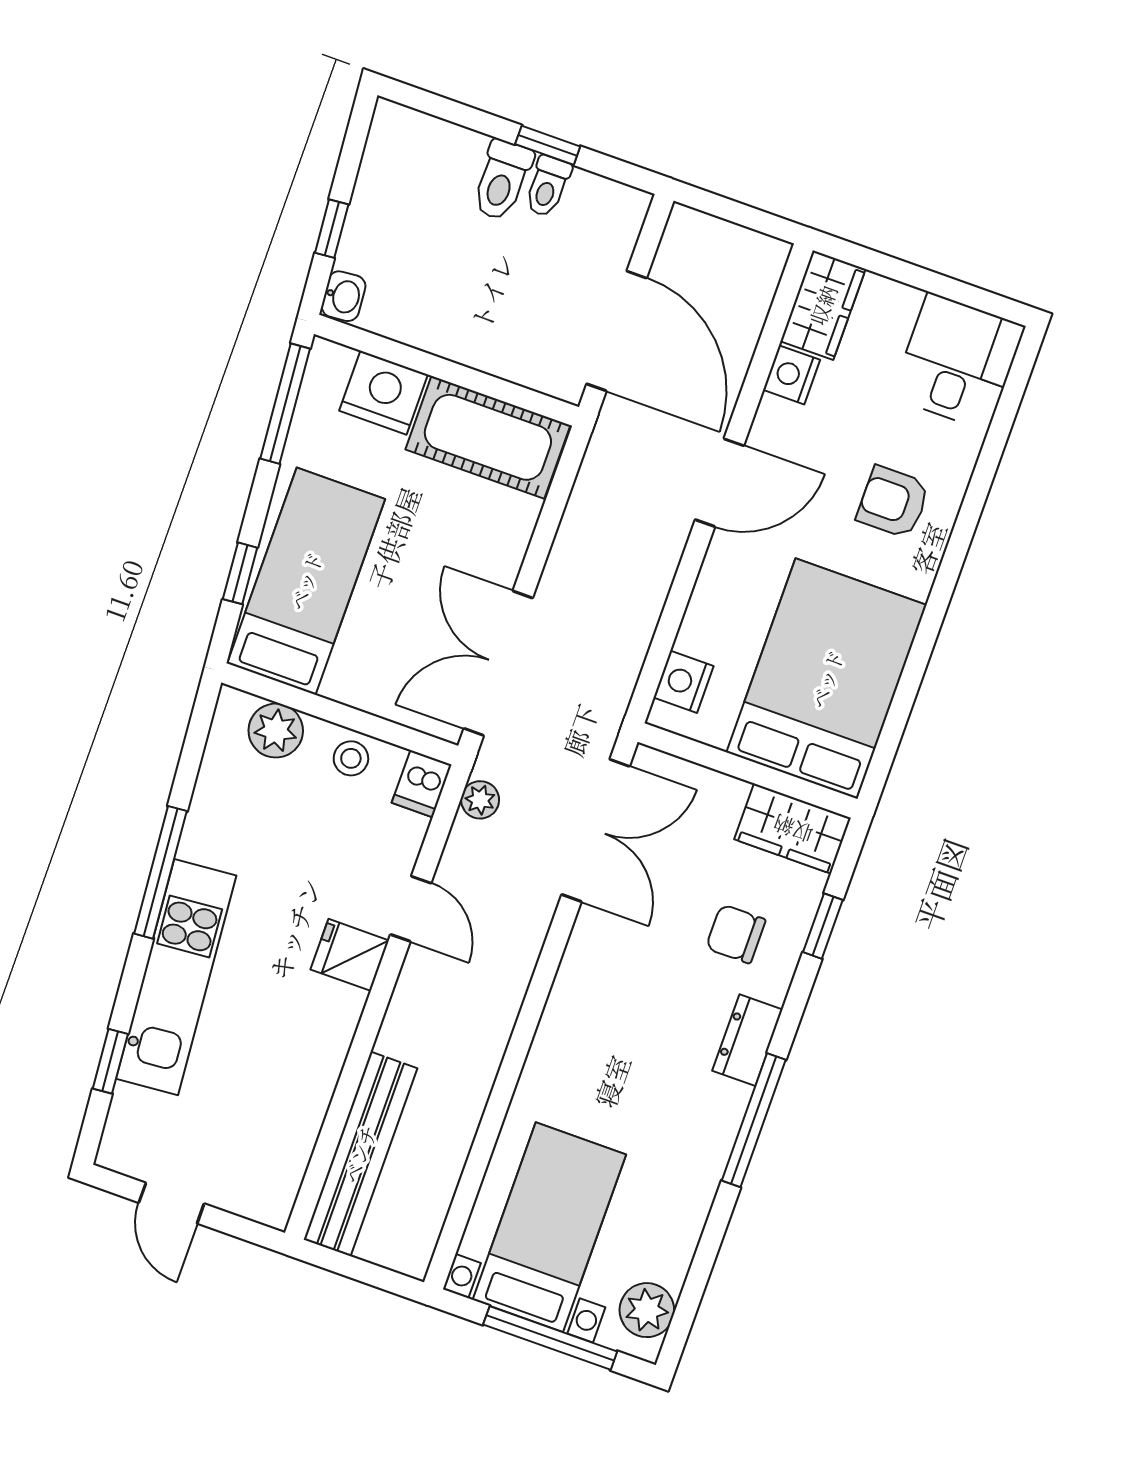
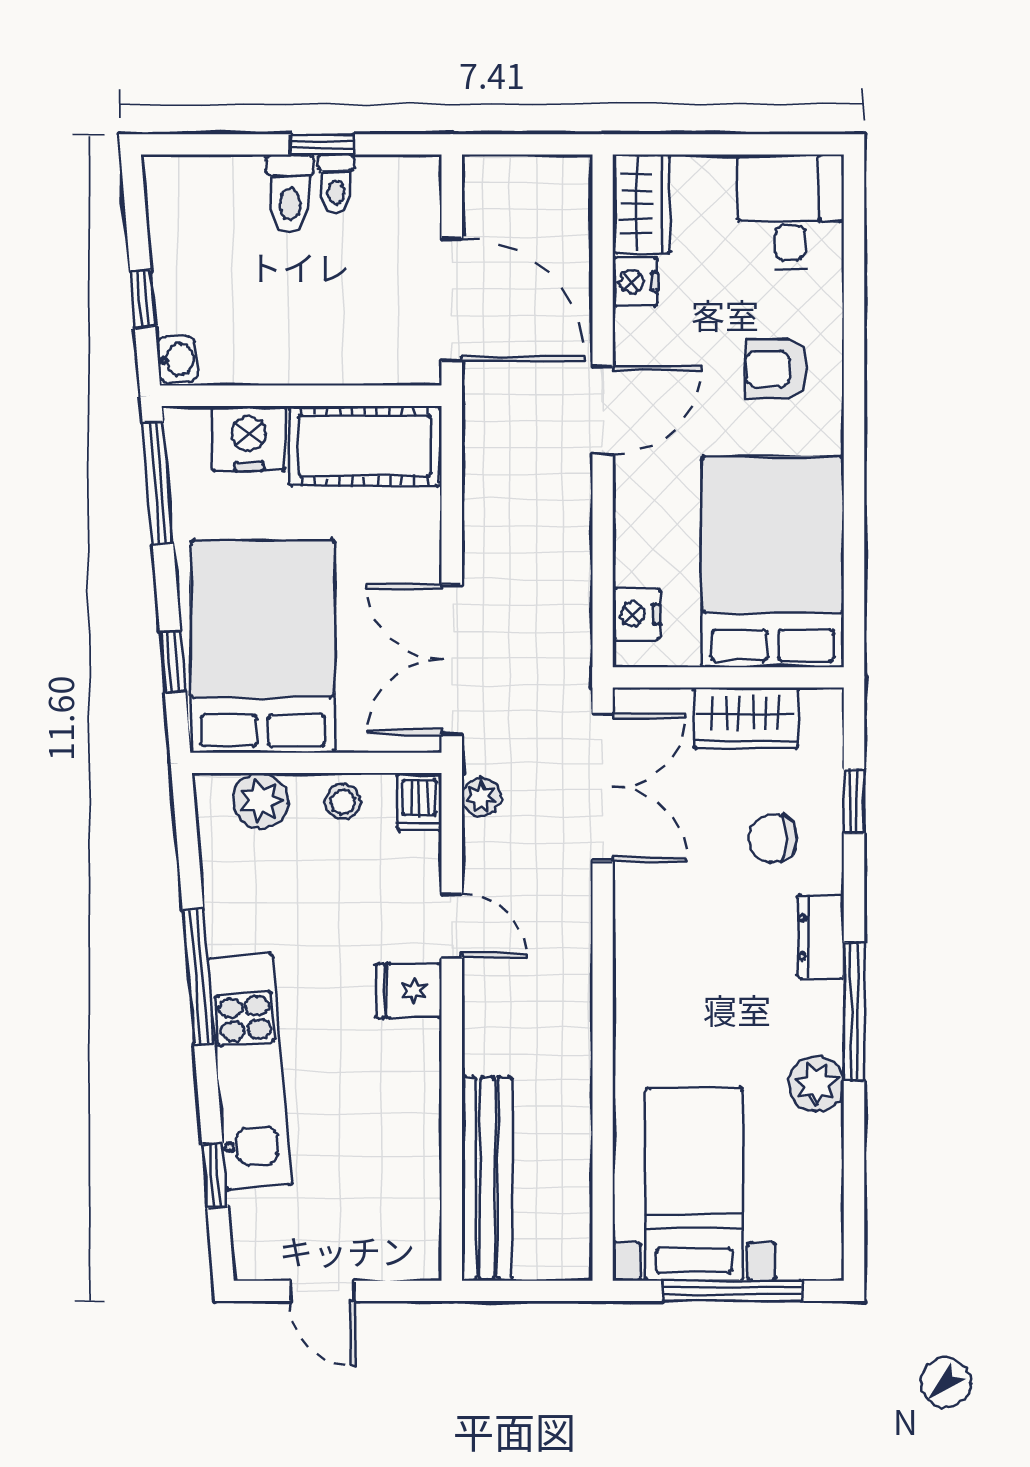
bed: (306, 581) -> (263, 646), width x1.50
wardrobe: (793, 829) -> (746, 718), moved
plant: (647, 1310) -> (816, 1084), moved

